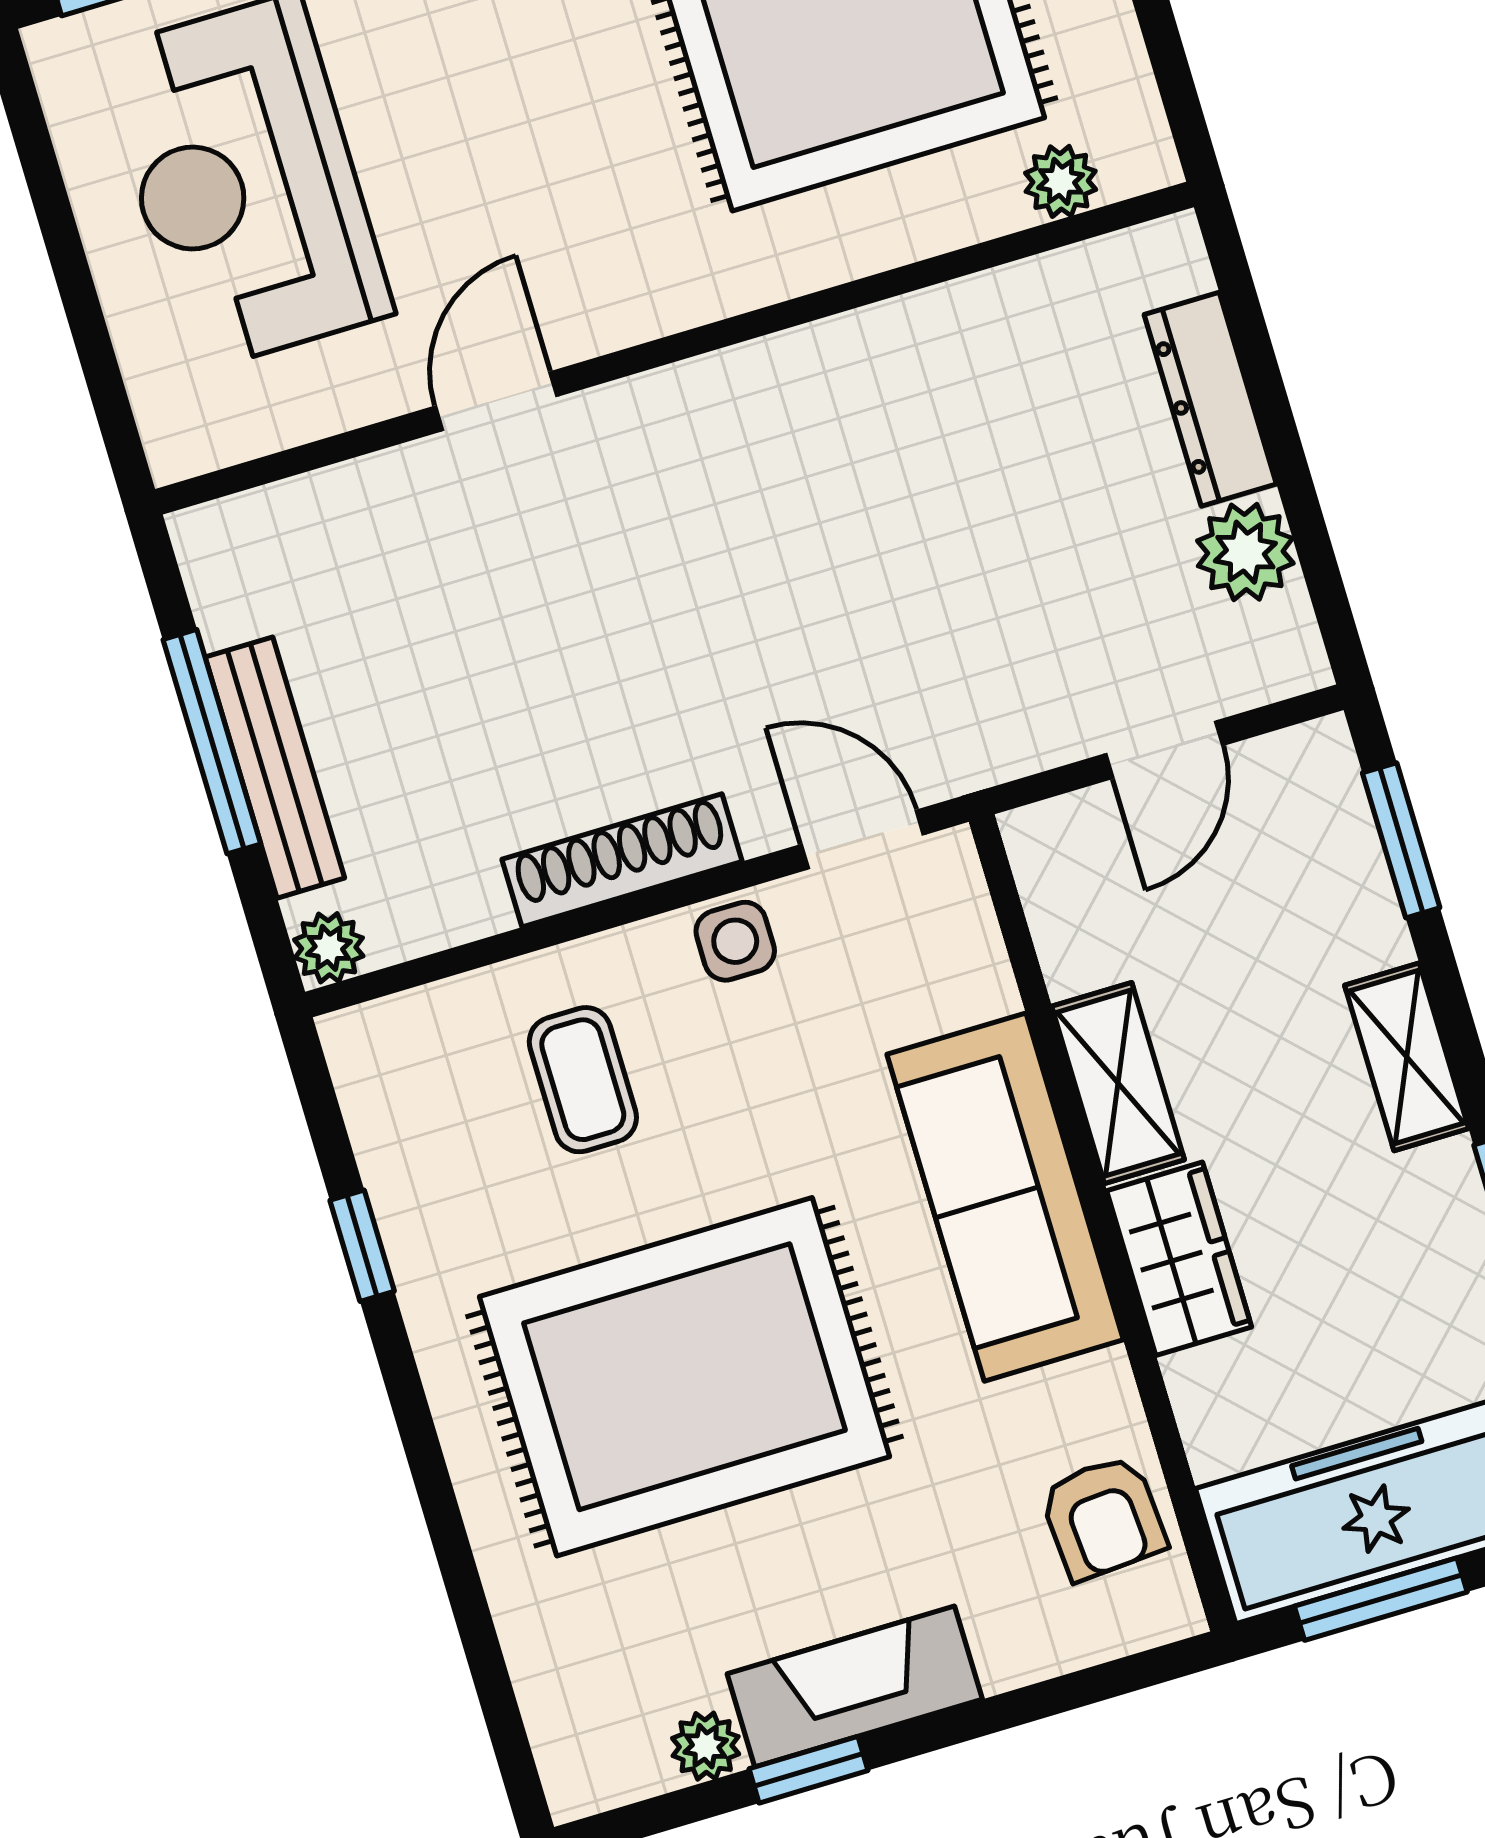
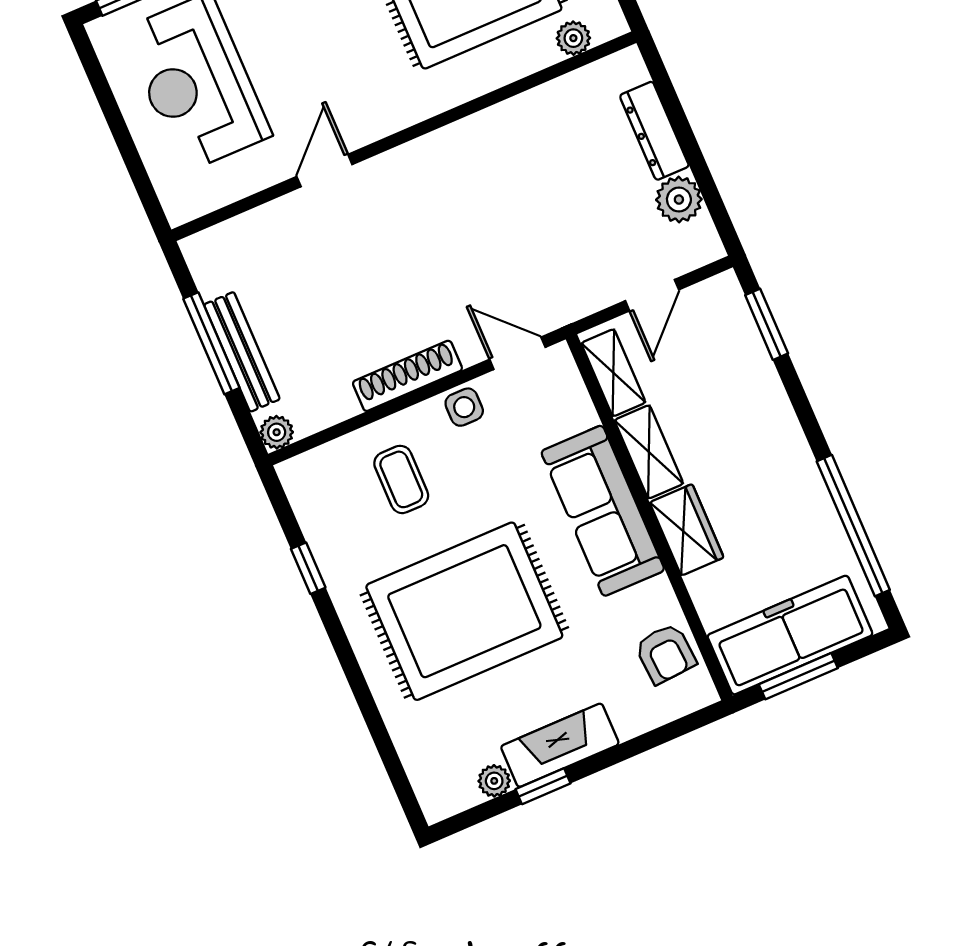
shelving: (1407, 1057) -> (613, 373), moved

